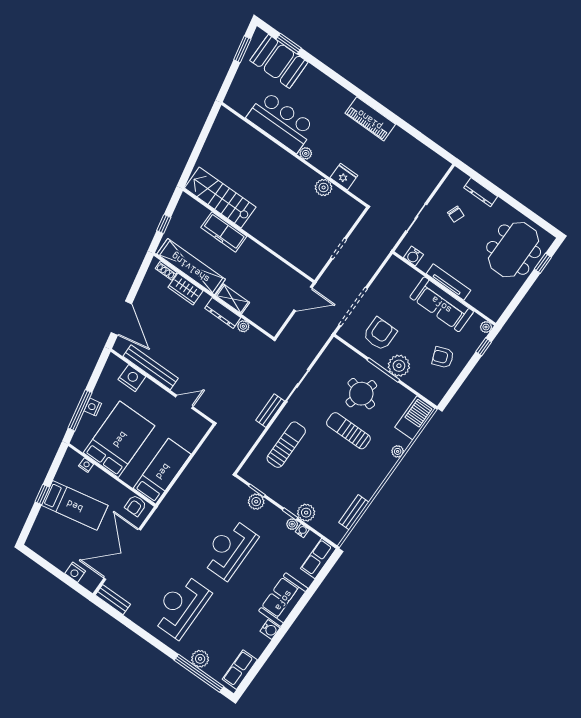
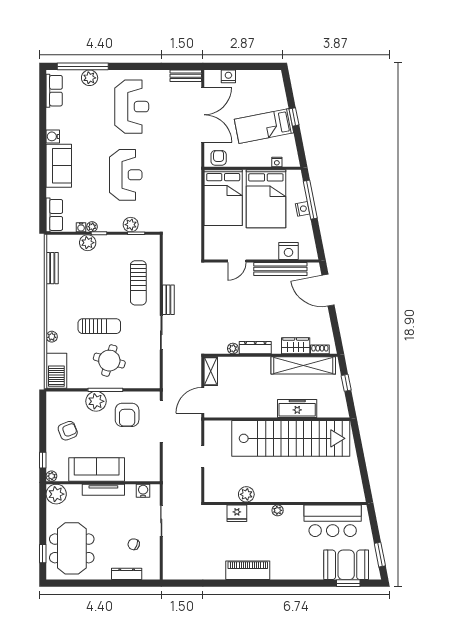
bar counter: (281, 122) -> (333, 521), moved
stairs: (220, 198) -> (291, 438), width x1.86, depth x1.51
shelving: (232, 299) -> (211, 371), moved, turned 90
plant: (493, 308) -> (56, 494), added
bed: (162, 471) -> (223, 198), width x1.50

